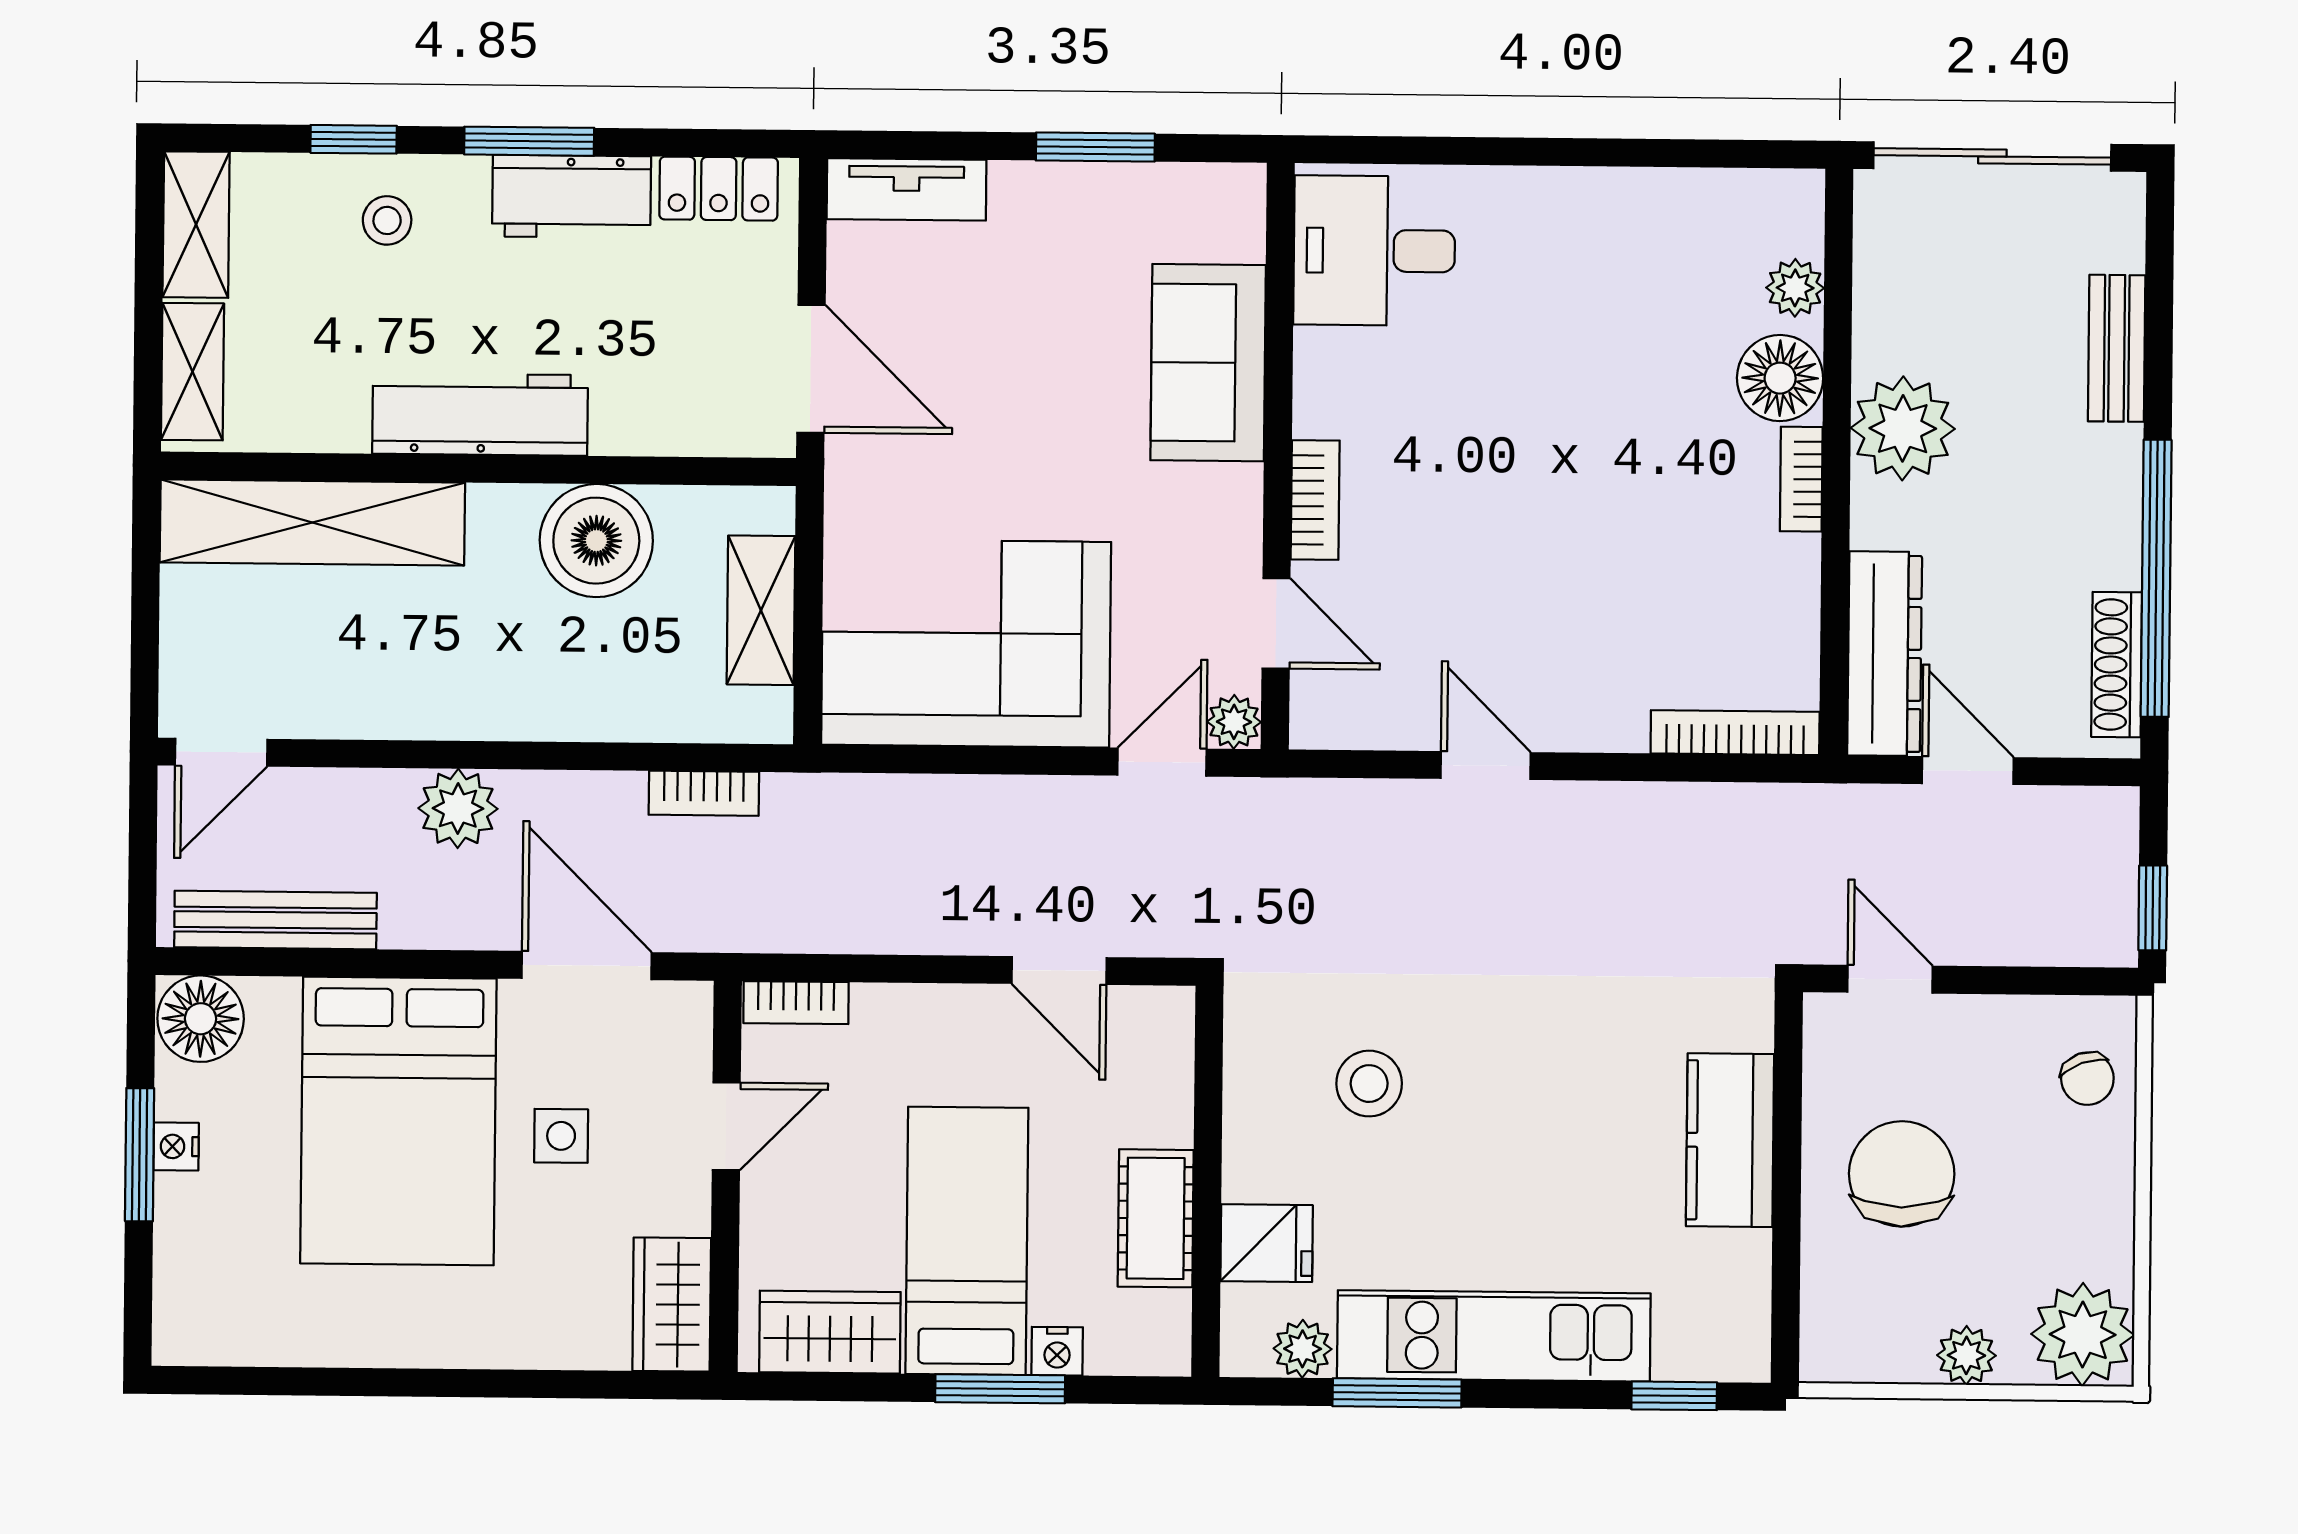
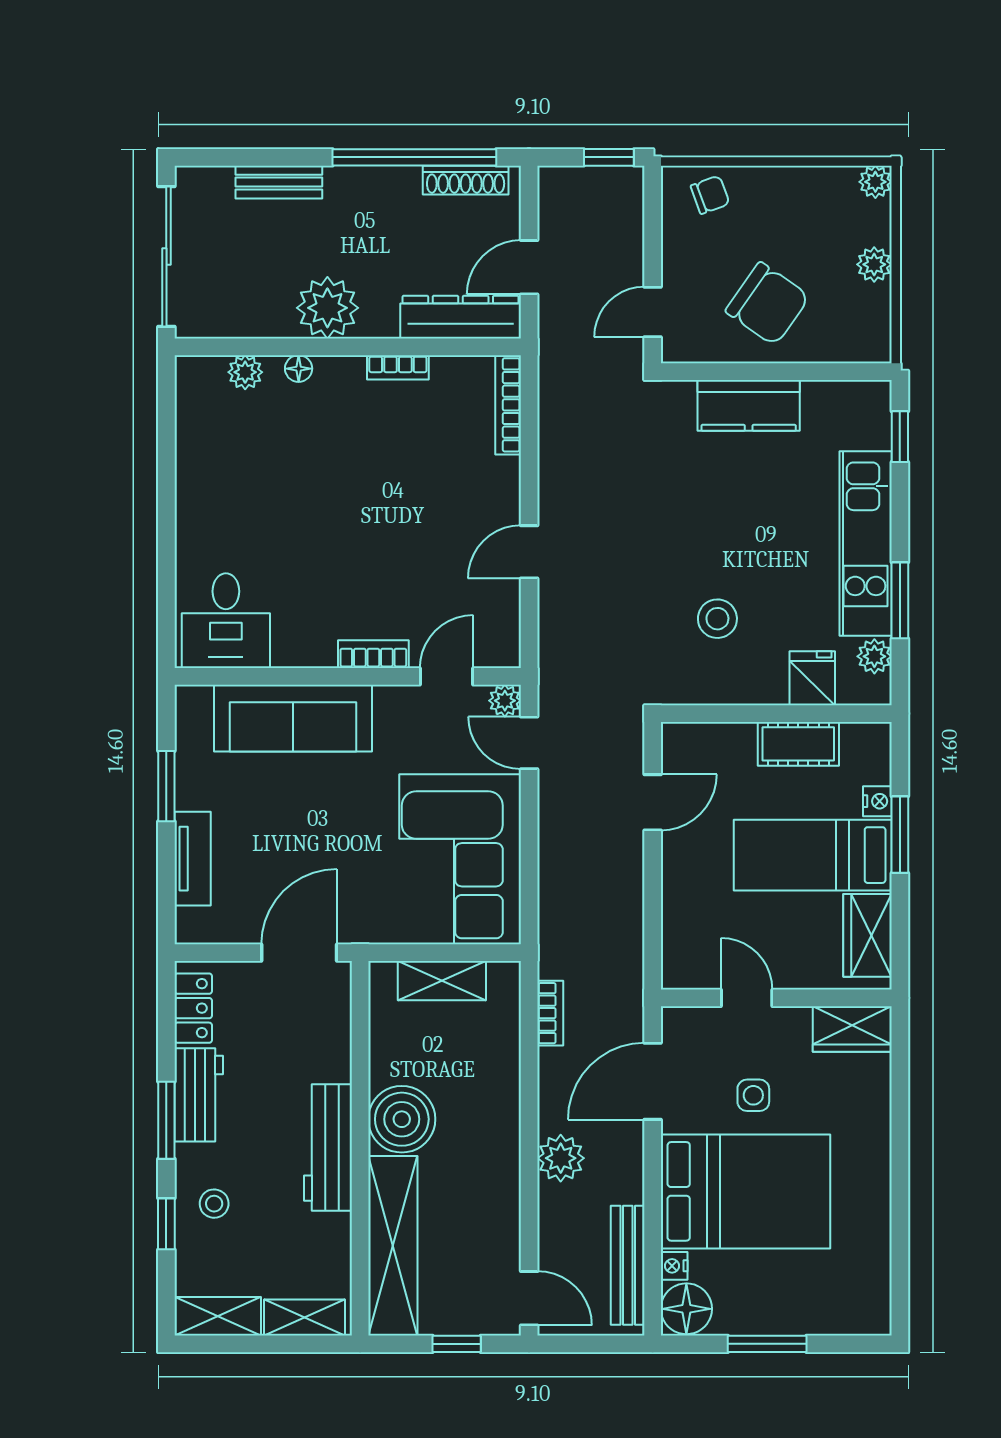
tv unit: (906, 189) -> (193, 859), moved
sofa: (1208, 363) -> (293, 718), width x1.36
floor lamp: (1780, 378) -> (299, 369), width x0.53, depth x0.53
bookcase: (1801, 479) -> (398, 367), moved
boiler: (596, 541) -> (402, 1119), moved
window: (145, 629) -> (457, 1344), added
bookcase: (796, 1003) -> (673, 957), removed
nightstand: (176, 1146) -> (674, 1266), moved, turned 90
chair: (1902, 1174) -> (768, 304), turned -145
plant: (2083, 1334) -> (875, 182), width x0.53, depth x0.53

